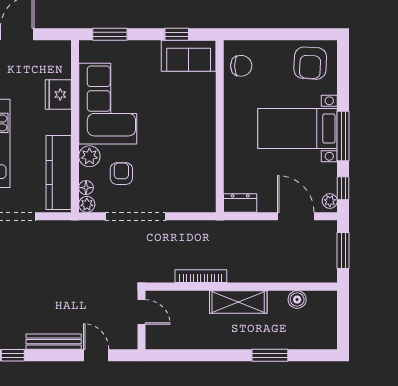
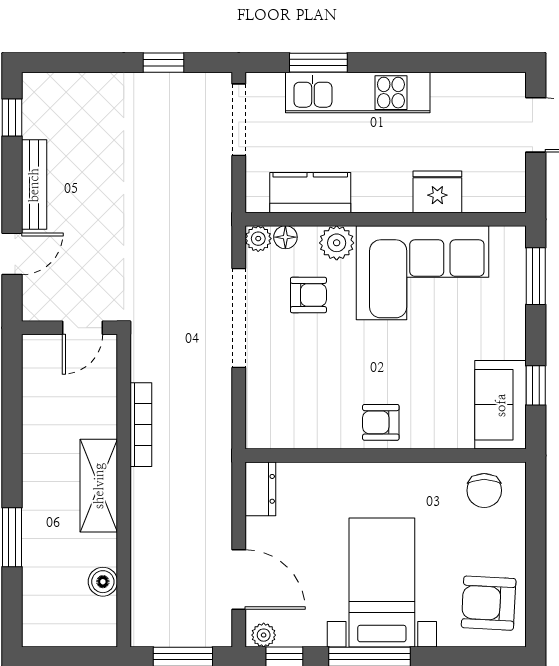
armchair: (199, 129) -> (381, 422), added
kitchen counter: (59, 172) -> (310, 193), width x0.67
door: (296, 216) -> (239, 580), hinge flipped

